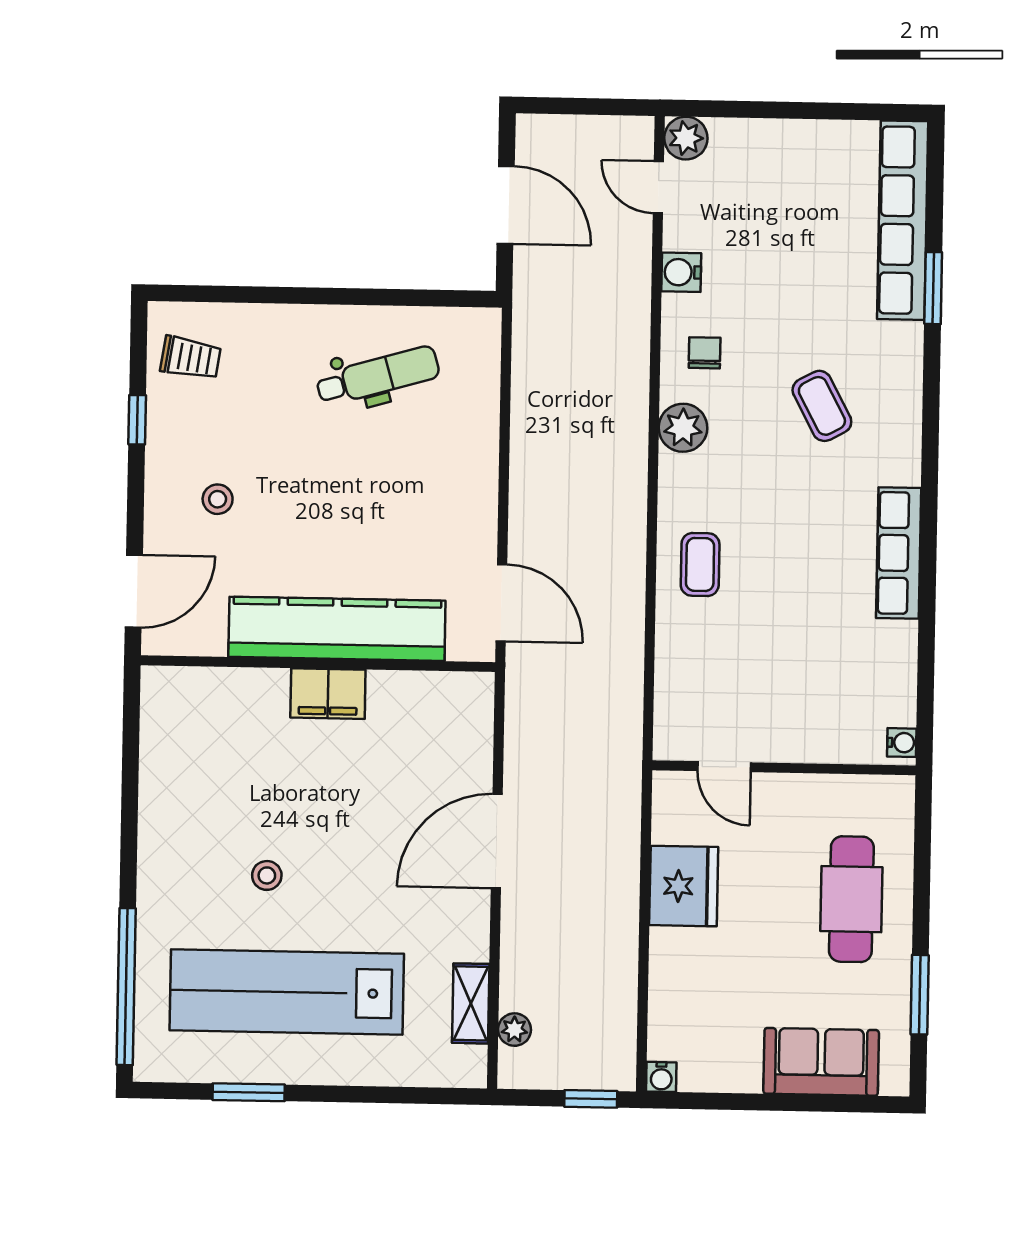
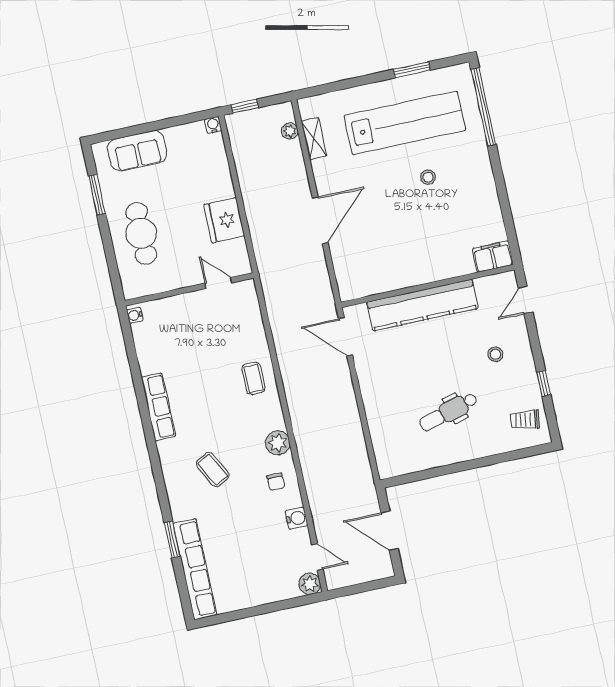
dental chair: (378, 376) -> (449, 412), moved
door: (134, 591) -> (525, 300), width x0.73
filing cabinet: (328, 694) -> (493, 257), moved

